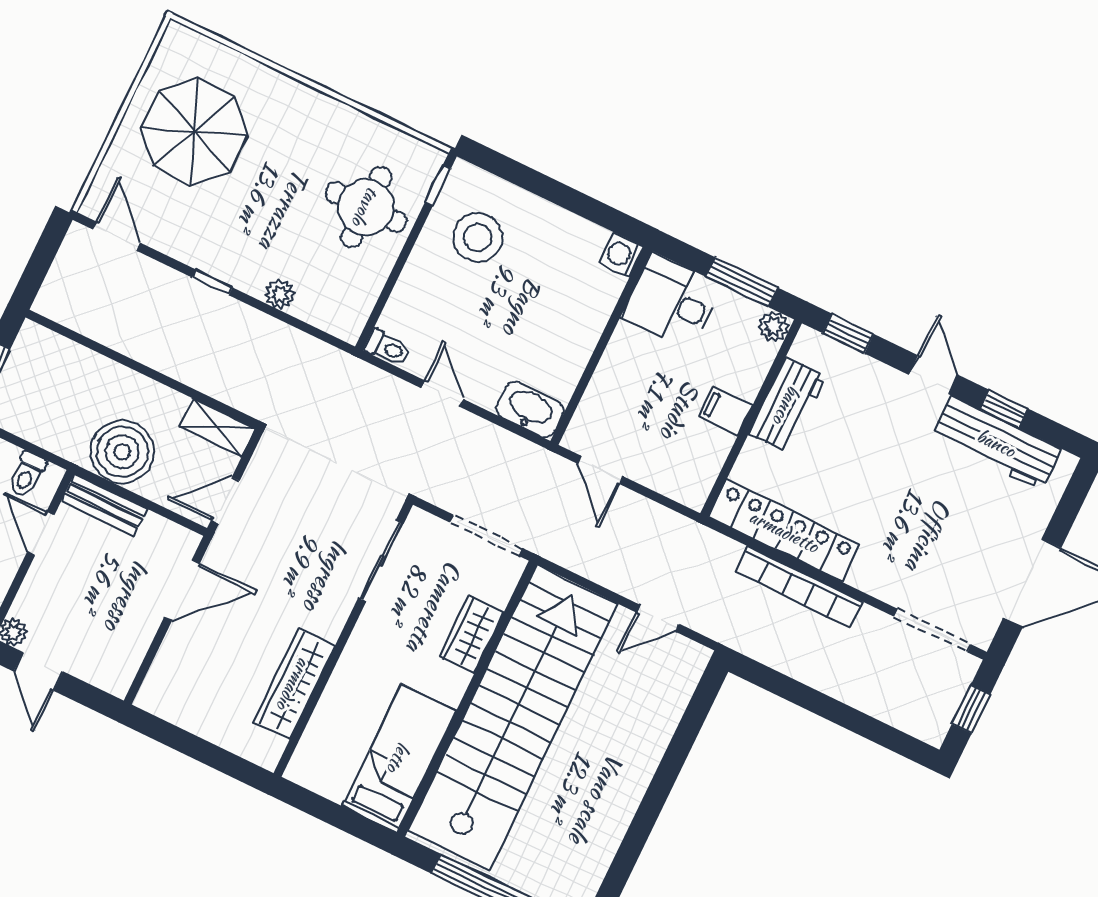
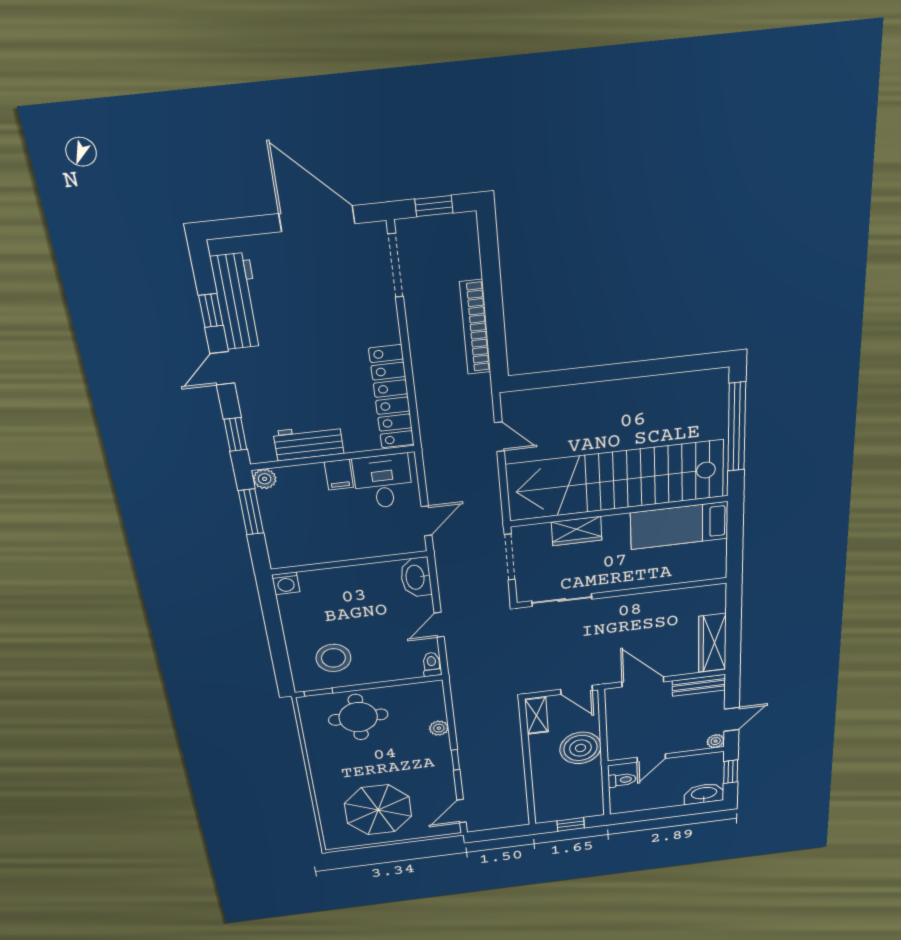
desk: (672, 301) -> (383, 481), moved, turned 180
bench: (104, 505) -> (699, 685), moved, turned 90
bookcase: (799, 587) -> (475, 327), moved, turned 180
wardrobe: (294, 684) -> (712, 643), moved, turned 90

